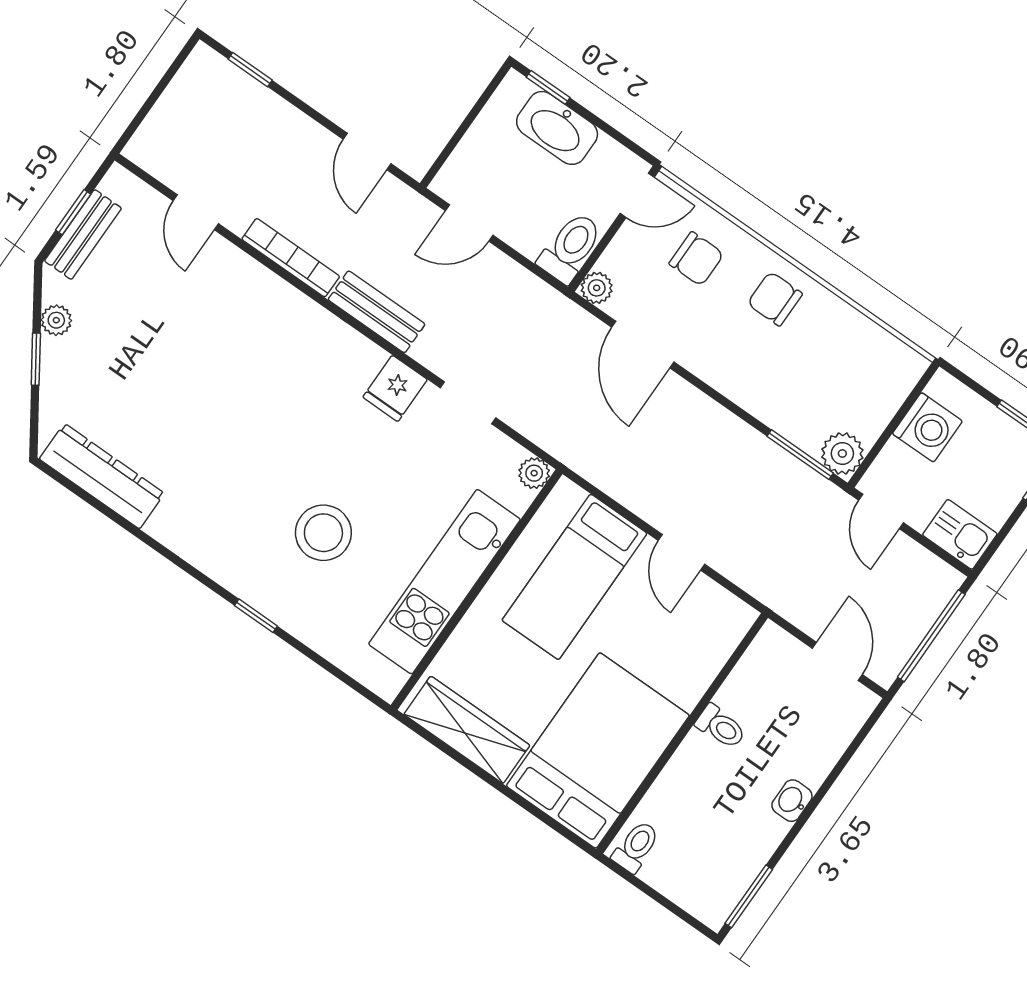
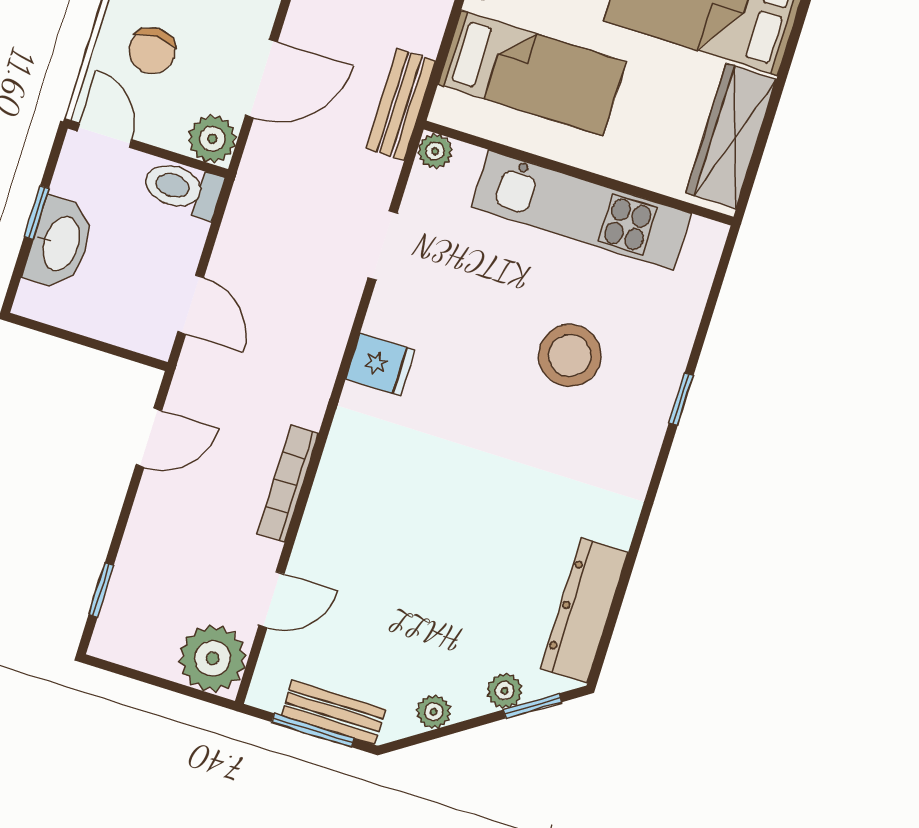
window: (548, 87) -> (36, 213), moved
plant: (162, 146) -> (213, 658), added
window: (73, 212) -> (313, 730), width x1.50
chair: (696, 259) -> (152, 51), turned 180
plant: (597, 288) -> (212, 139), width x1.38, depth x1.38
bench: (377, 312) -> (401, 105), moved
window: (36, 359) -> (532, 706), moved
plant: (55, 386) -> (504, 691), added
fridge: (395, 388) -> (380, 365), moved

